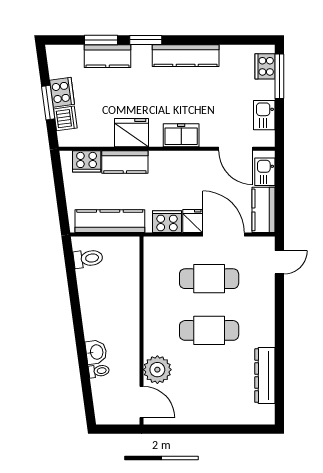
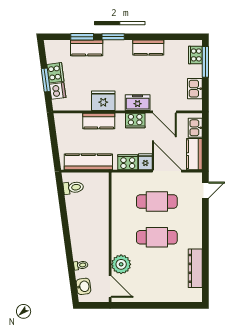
kitchen counter: (186, 56) -> (148, 48), width x0.67
door: (236, 149) -> (165, 112), moved
cooker: (87, 161) -> (135, 120), moved
washbasin: (96, 352) -> (83, 286), moved

